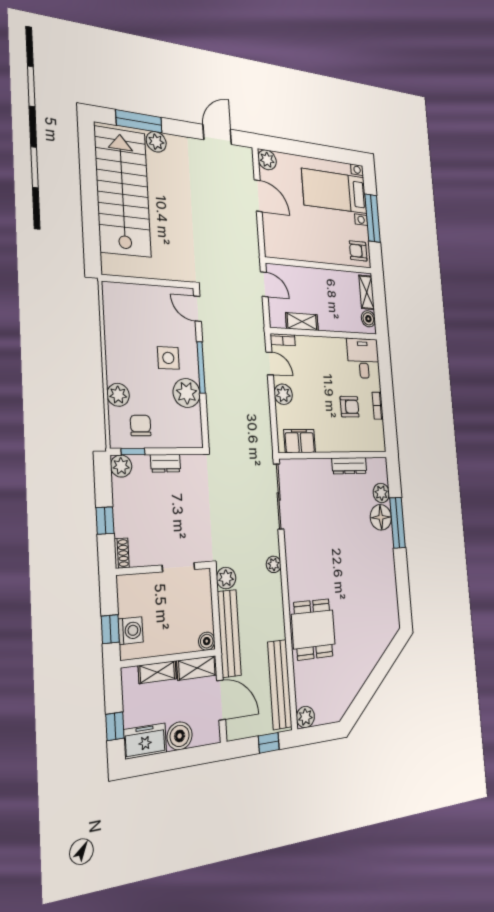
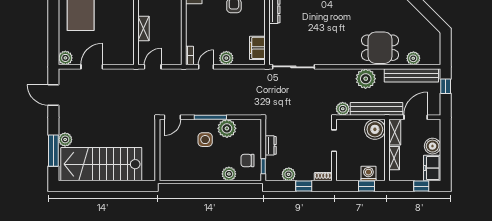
shelving: (302, 322) -> (143, 28), moved
plant: (121, 466) -> (289, 174), moved
plant: (274, 564) -> (366, 79), moved, width x1.87, depth x1.87
boiler: (207, 641) -> (375, 129), width x1.86, depth x1.86
plant: (305, 717) -> (413, 58), moved

